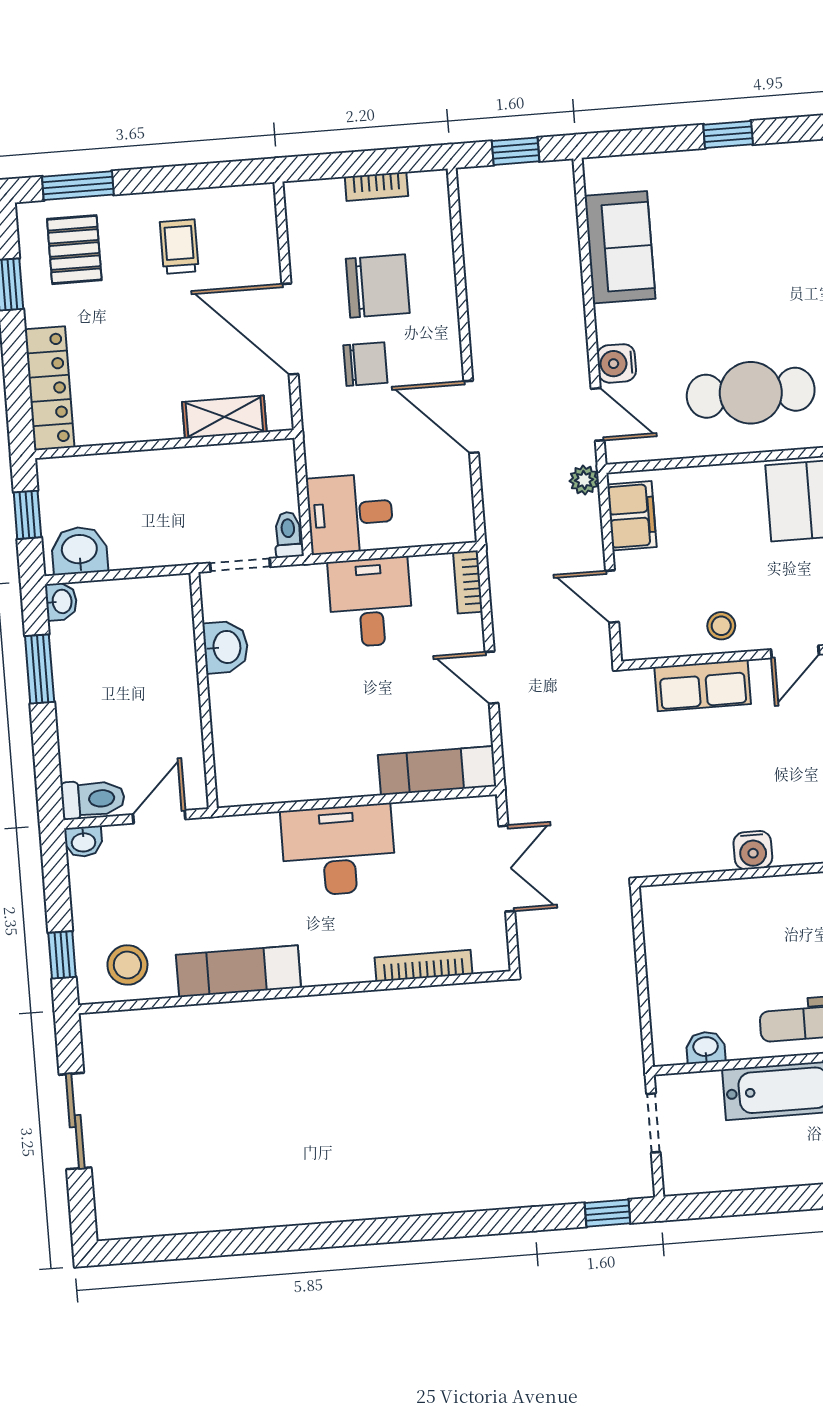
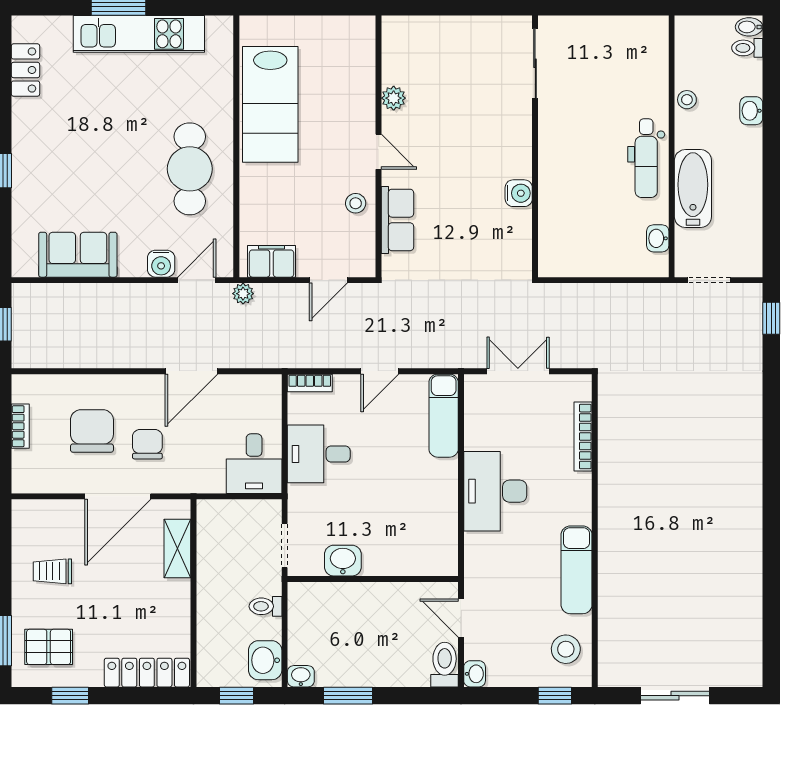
toilet: (288, 534) -> (265, 606), moved

